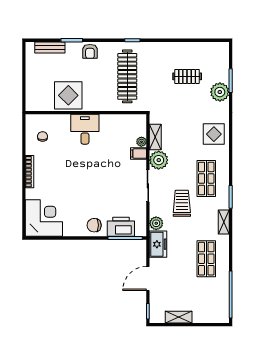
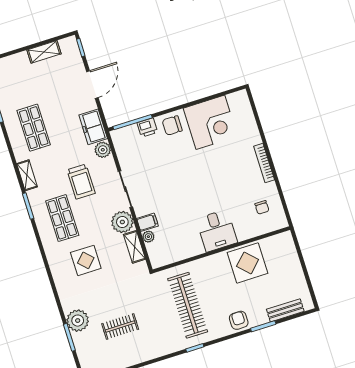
display table: (214, 134) -> (86, 260), moved
corner desk: (44, 218) -> (210, 122), moved, turned -90
chair: (94, 225) -> (172, 126), turned 180
printer: (121, 227) -> (147, 128), width x0.53, depth x0.68

